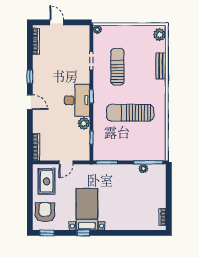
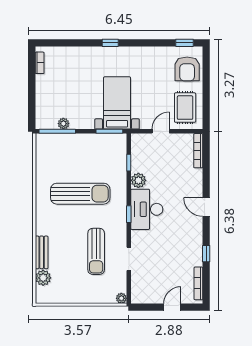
door: (57, 22) -> (172, 307), swing flipped
plant: (160, 35) -> (43, 278), moved
window: (30, 77) -> (206, 254), moved
bed with nightstands: (87, 209) -> (117, 103), moved, turned 180
window: (83, 233) -> (110, 43), moved

